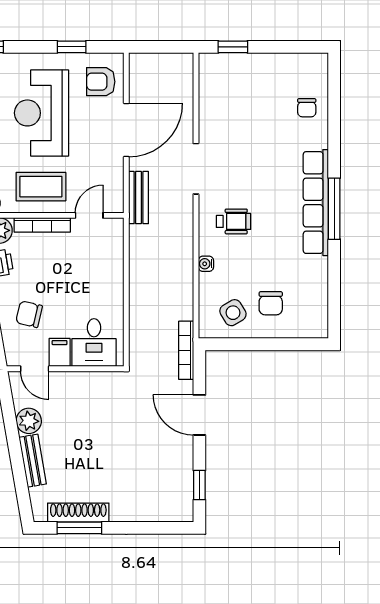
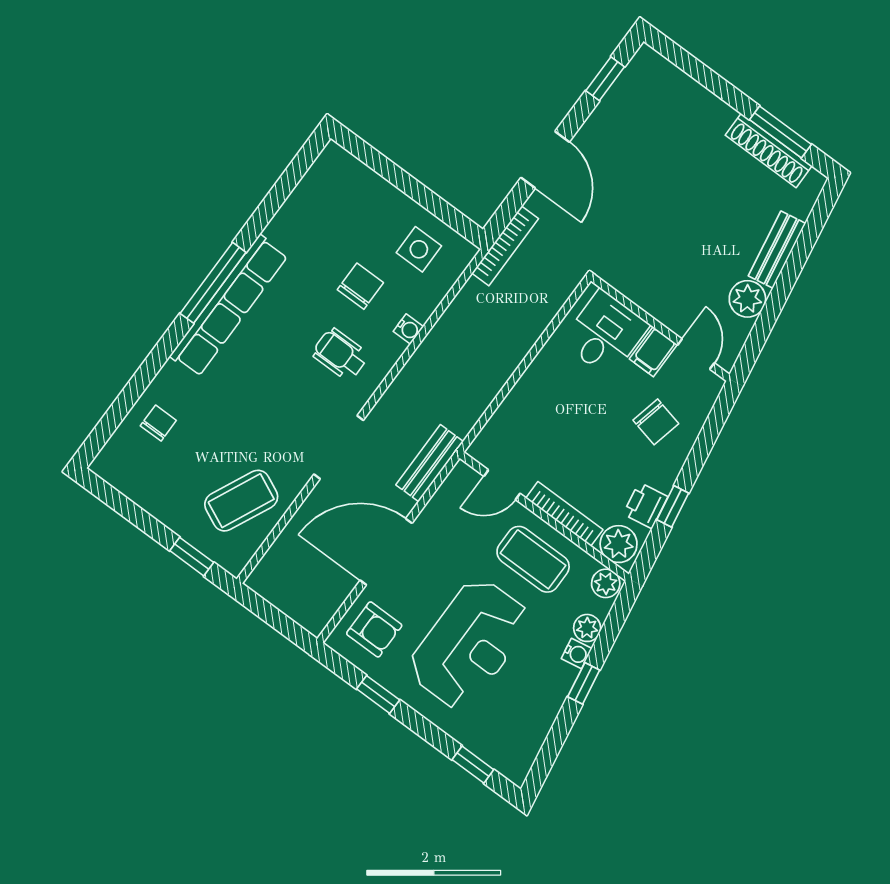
coffee table: (228, 99) -> (241, 501), added
chair: (271, 303) -> (360, 286), moved
side table: (233, 313) -> (419, 249), turned 31

